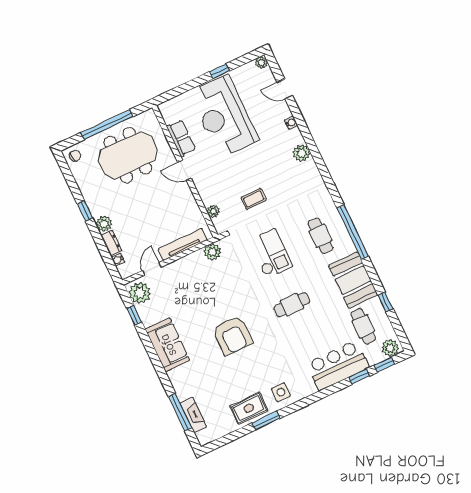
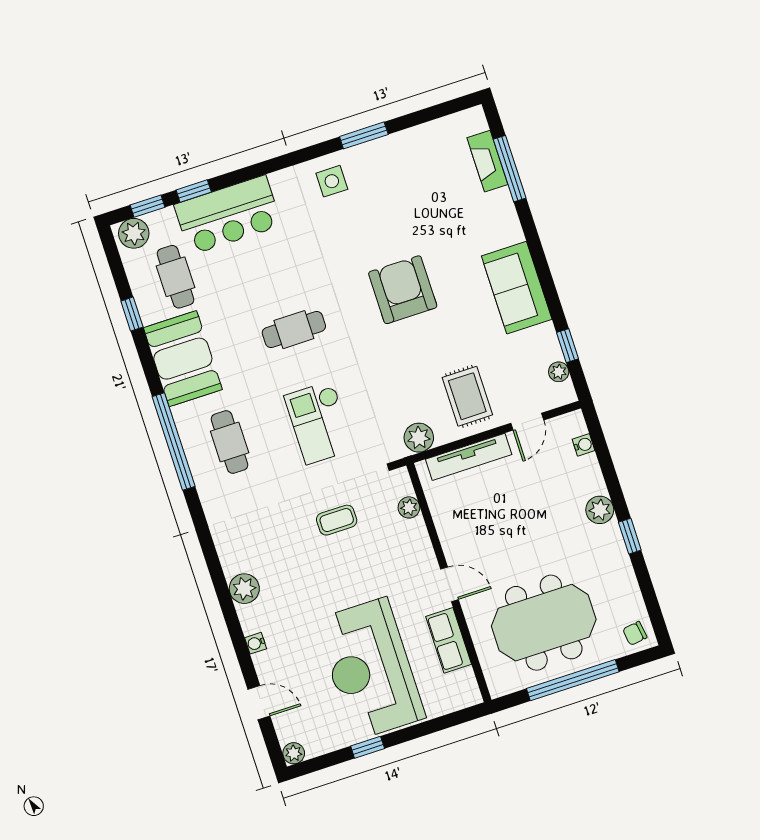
reception desk: (224, 116) -> (370, 669), turned 180
dresser: (111, 243) -> (591, 475), removed
plant: (140, 293) -> (559, 372), width x0.53, depth x0.53
rug: (249, 408) -> (467, 396), moved, turned 90

